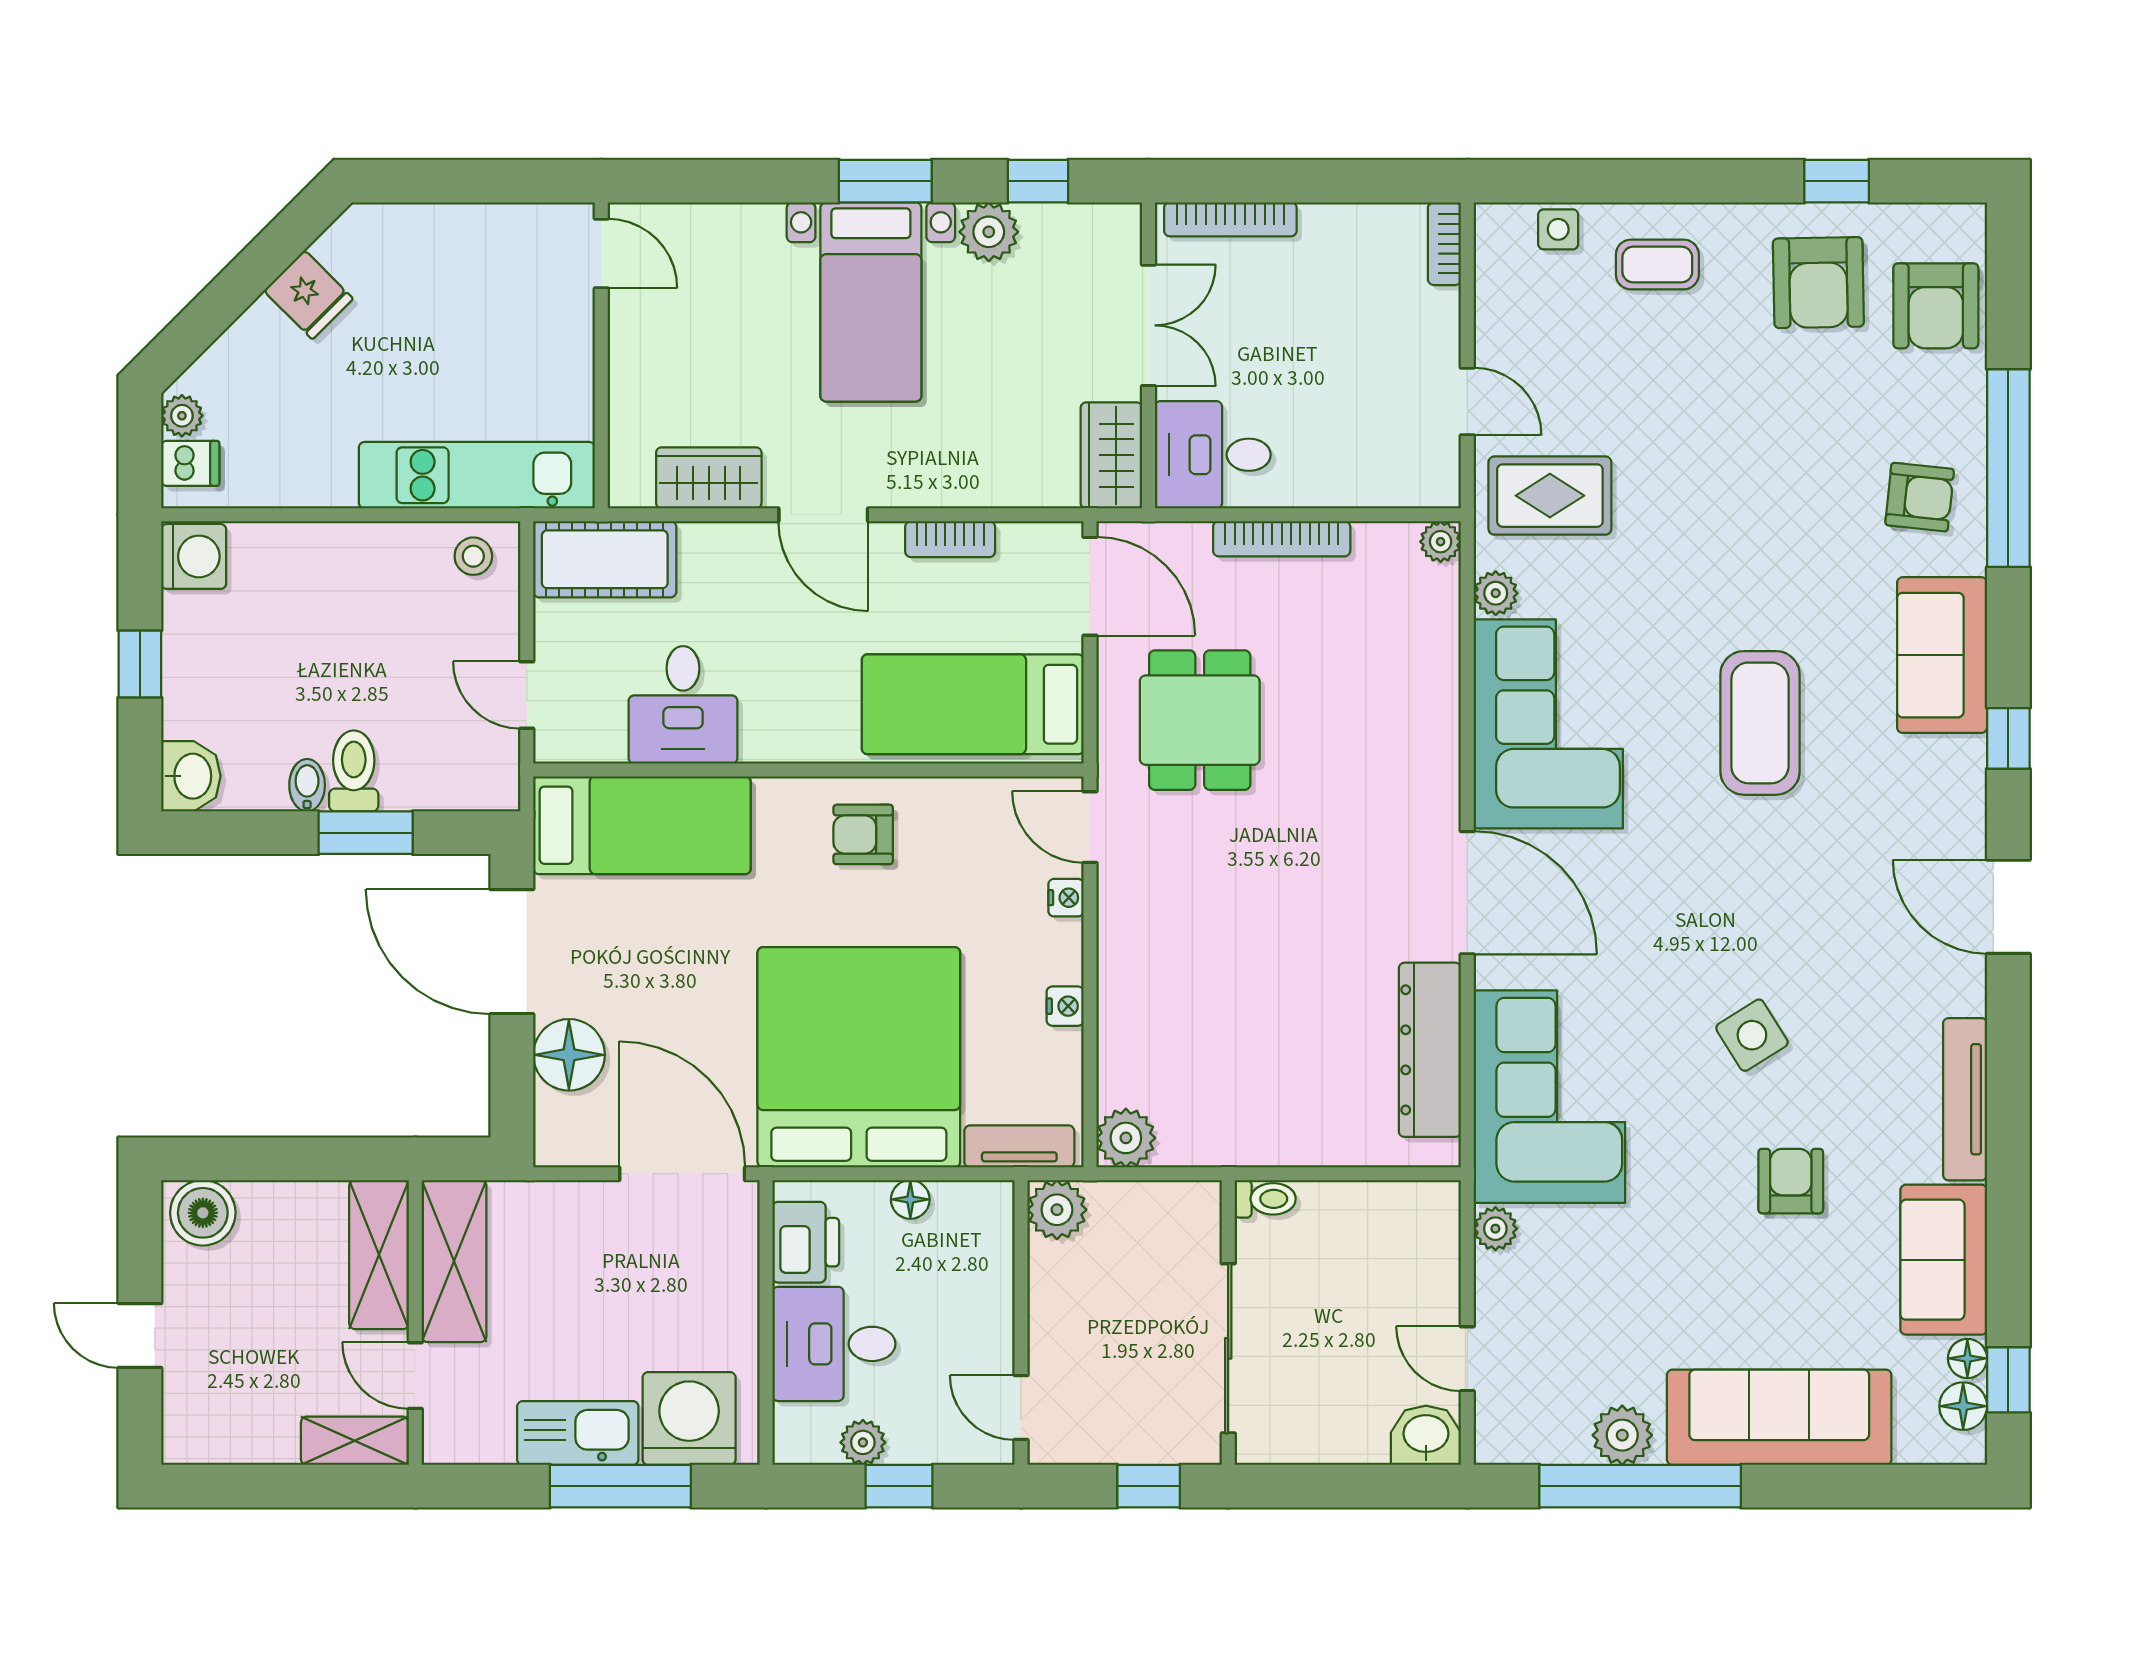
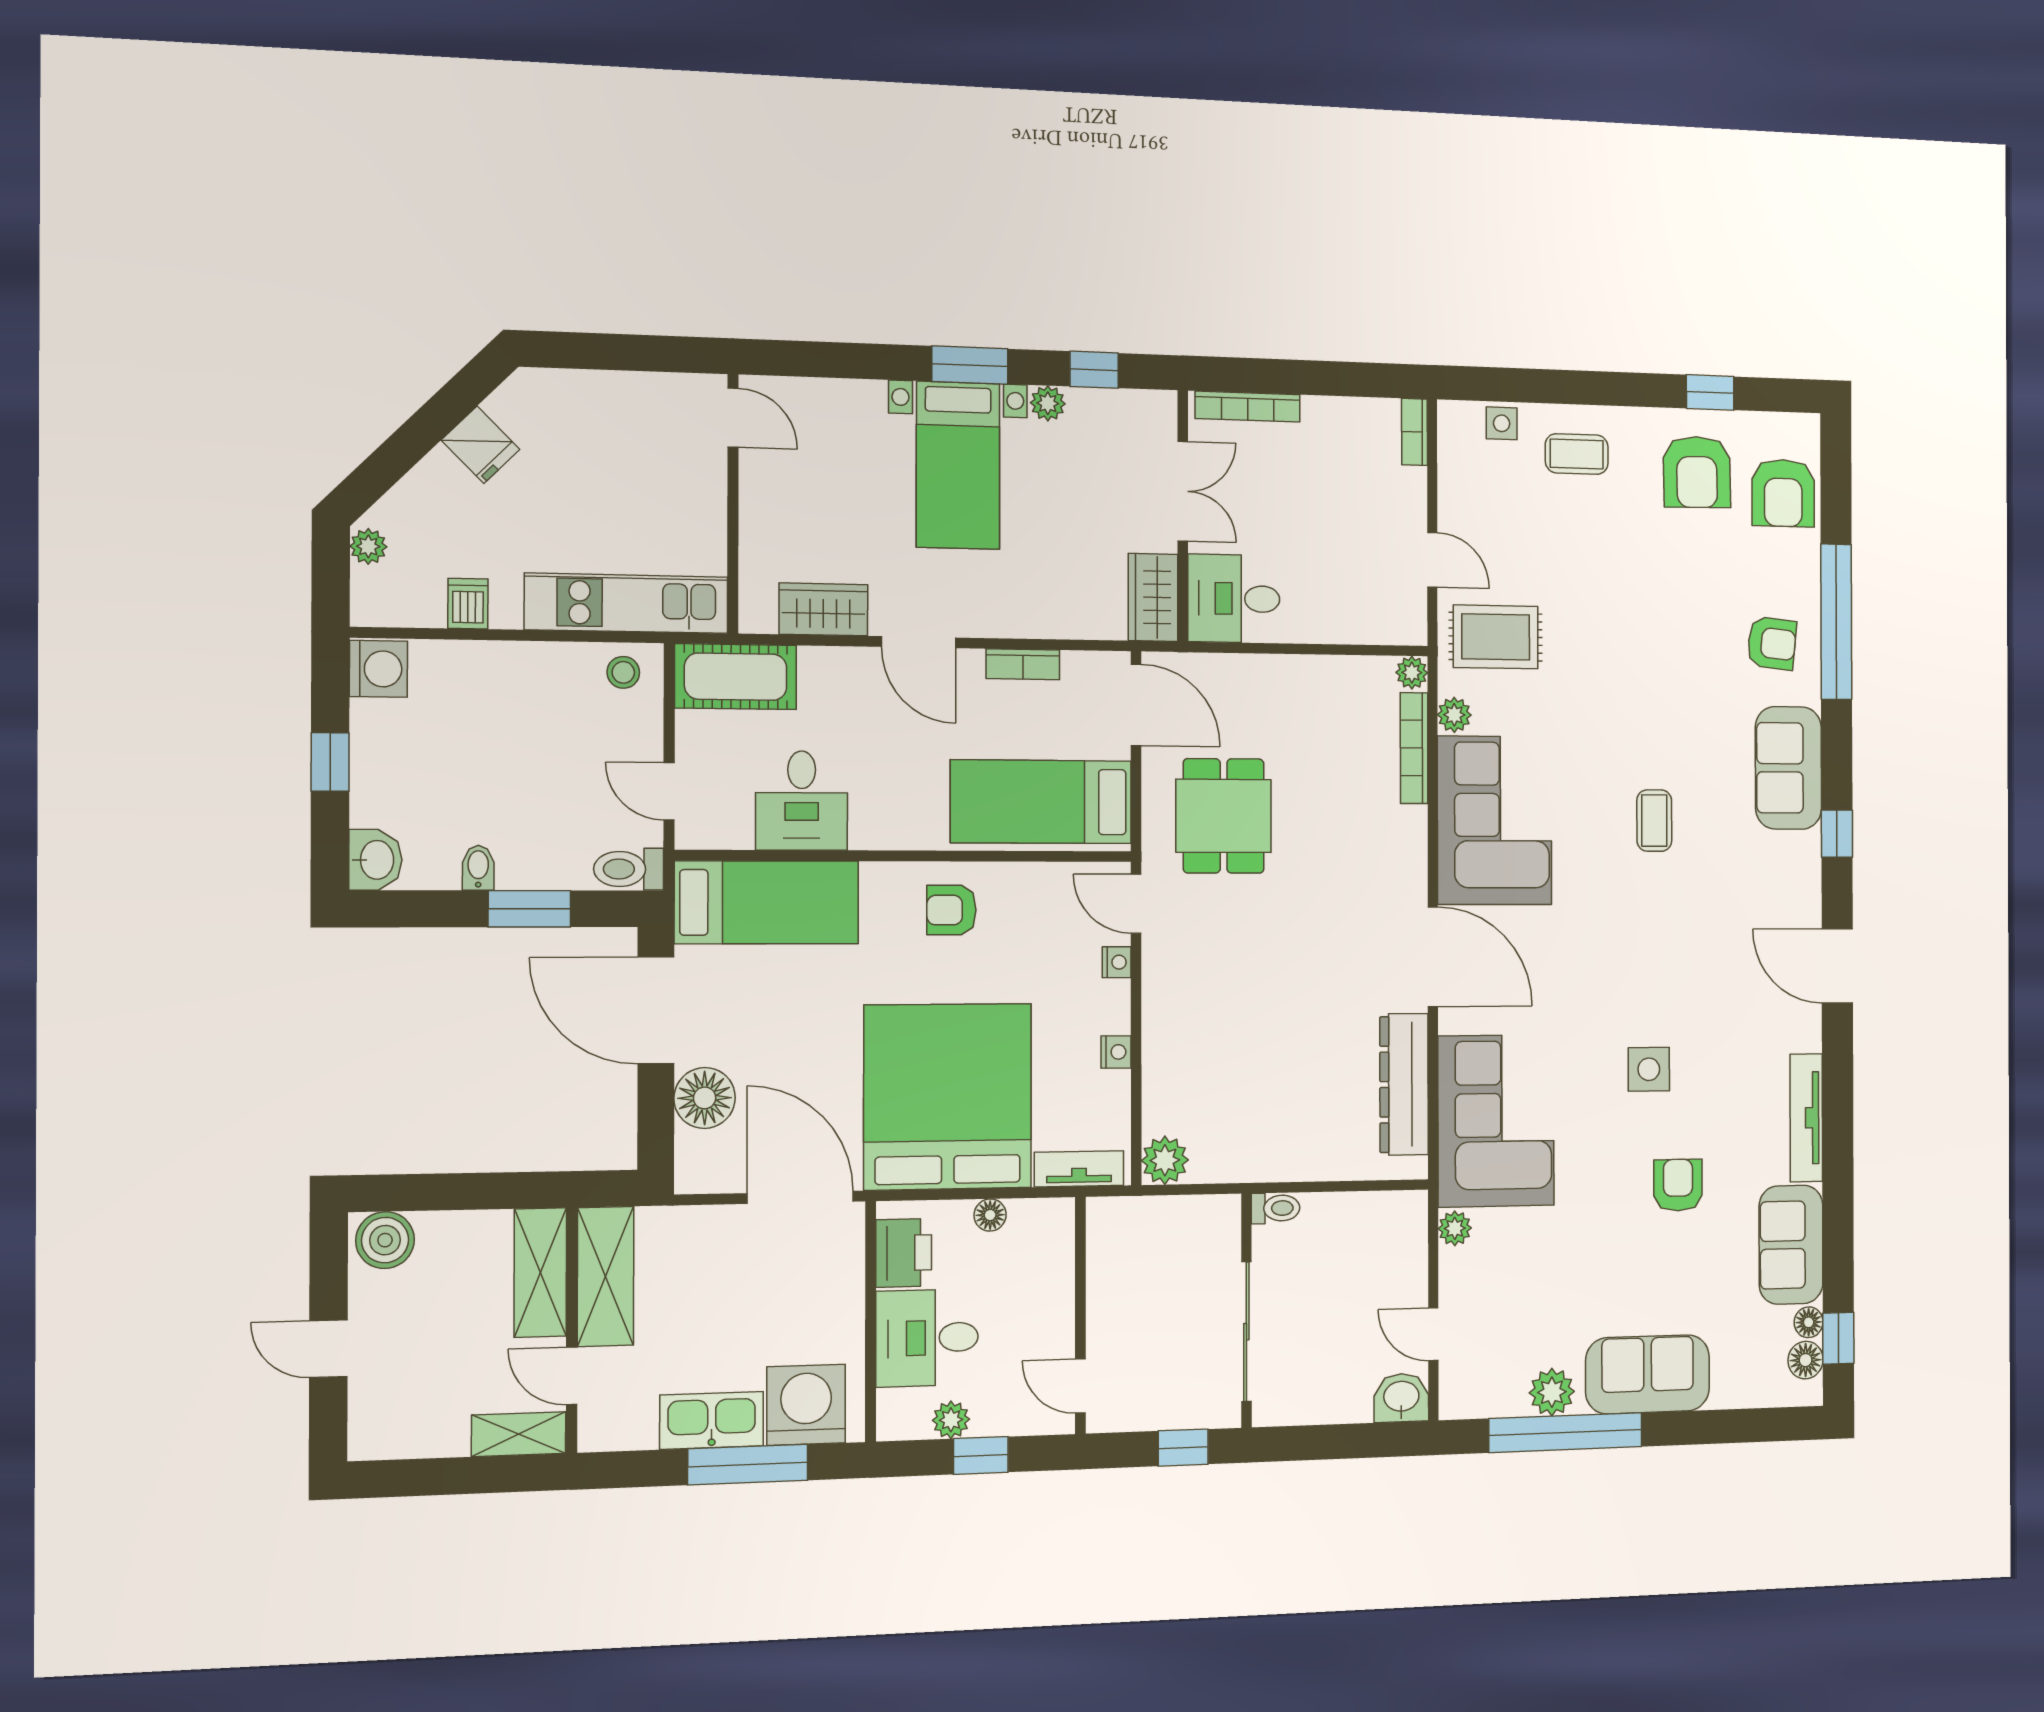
plant: (989, 232) -> (1048, 403), width x0.73, depth x0.73
dishwasher: (190, 463) -> (468, 604), moved, turned -90
bookcase: (1282, 539) -> (1414, 748), moved, turned 90
coffee table: (1760, 723) -> (1654, 821), width x0.54, depth x0.58
toilet: (354, 771) -> (629, 869), moved, turned -90
side table: (1752, 1035) -> (1649, 1069), turned 32
plant: (1057, 1210) -> (1109, 1221), removed
sofa: (1779, 1417) -> (1648, 1374), width x0.73

